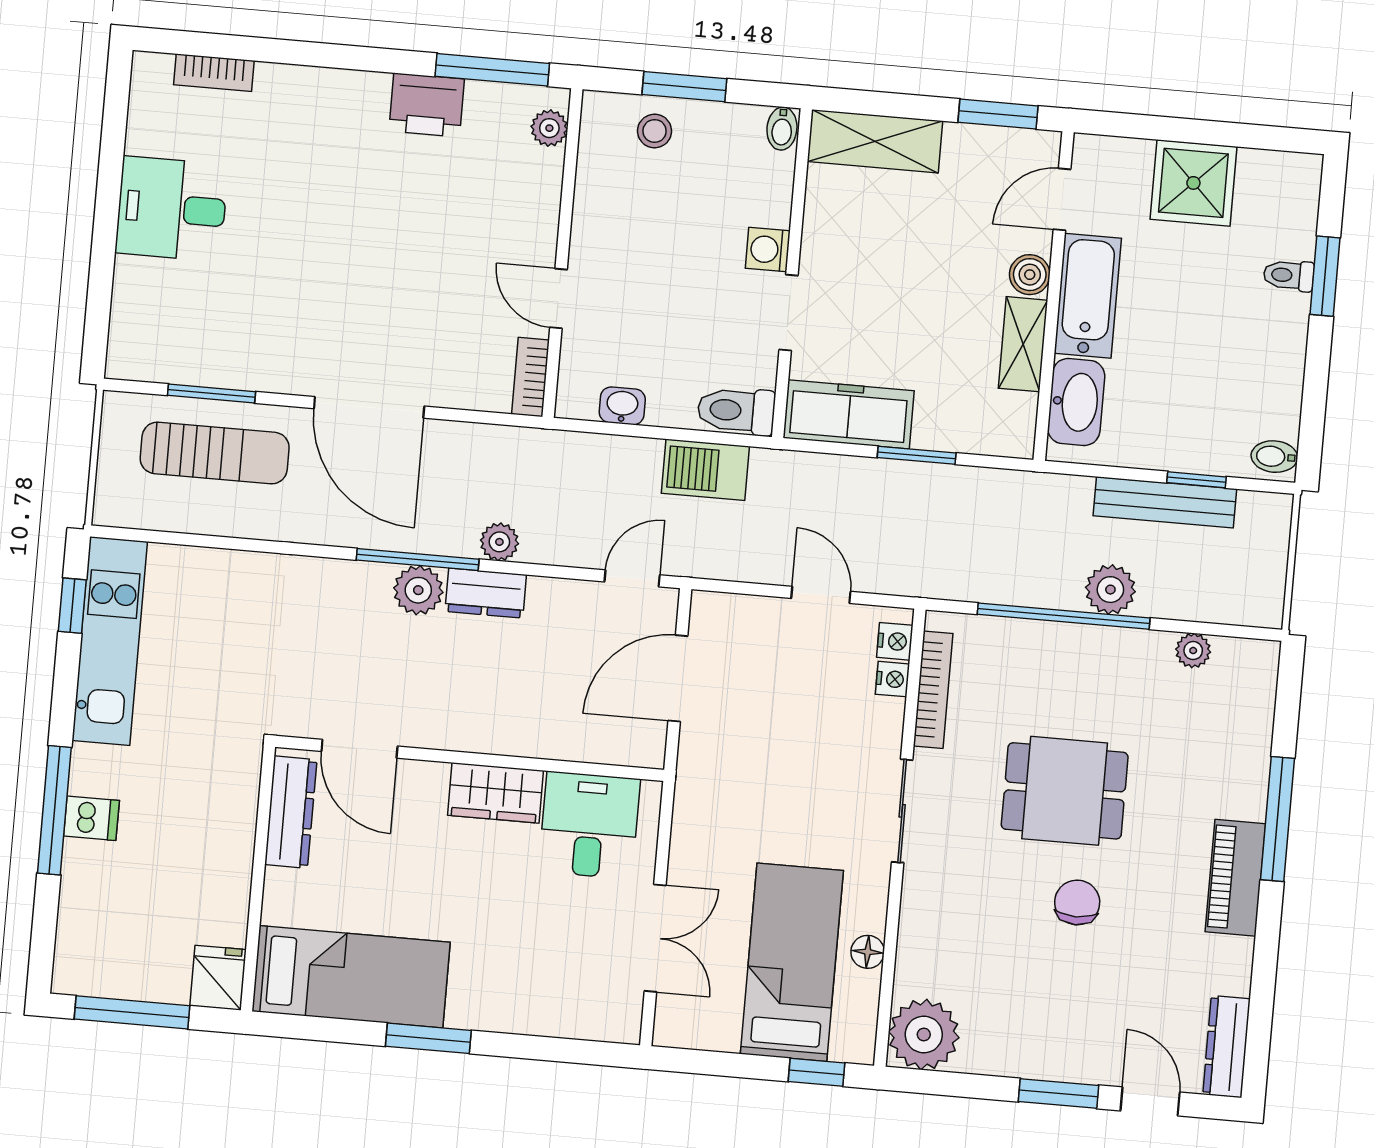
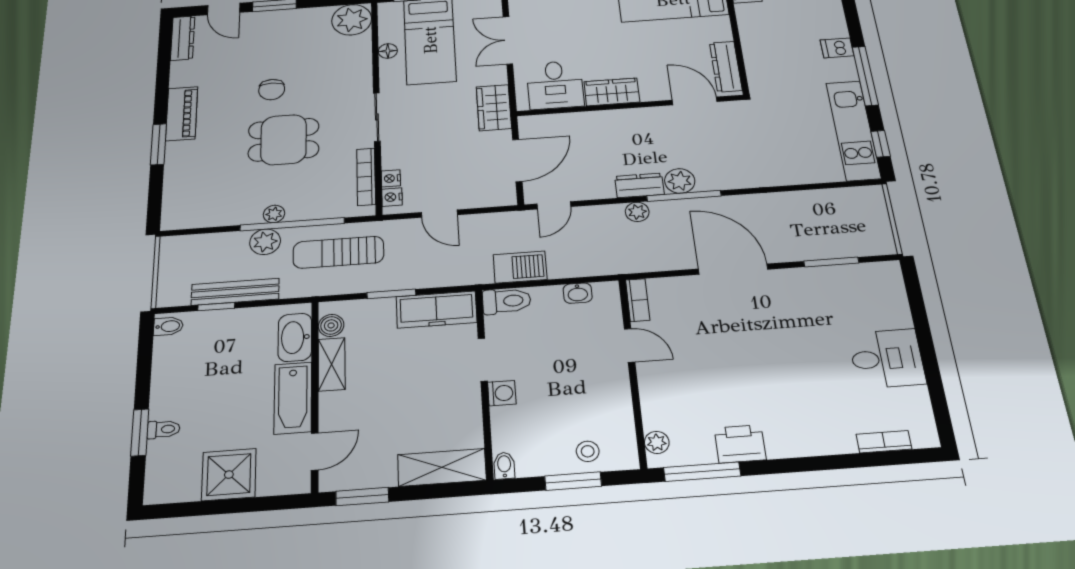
boiler: (1030, 275) -> (331, 325), moved
sun lounger: (215, 453) -> (338, 252), moved
plant: (1193, 651) -> (274, 214), moved
wardrobe: (701, 795) -> (494, 108), added
window: (54, 810) -> (865, 76), moved
window: (1277, 819) -> (158, 144), width x0.69

